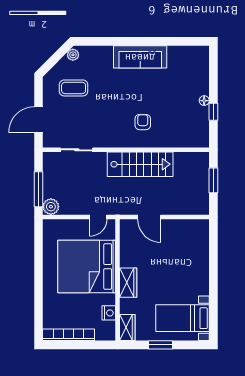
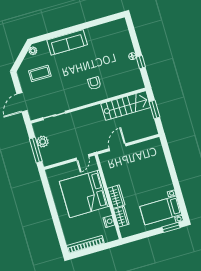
sofa: (140, 57) -> (67, 42), moved
stairs: (140, 164) -> (126, 106), moved
plant: (51, 207) -> (43, 142), moved
door: (149, 217) -> (118, 147), swing flipped
wardrobe: (127, 328) -> (121, 217), moved
window: (161, 345) -> (171, 227), moved

